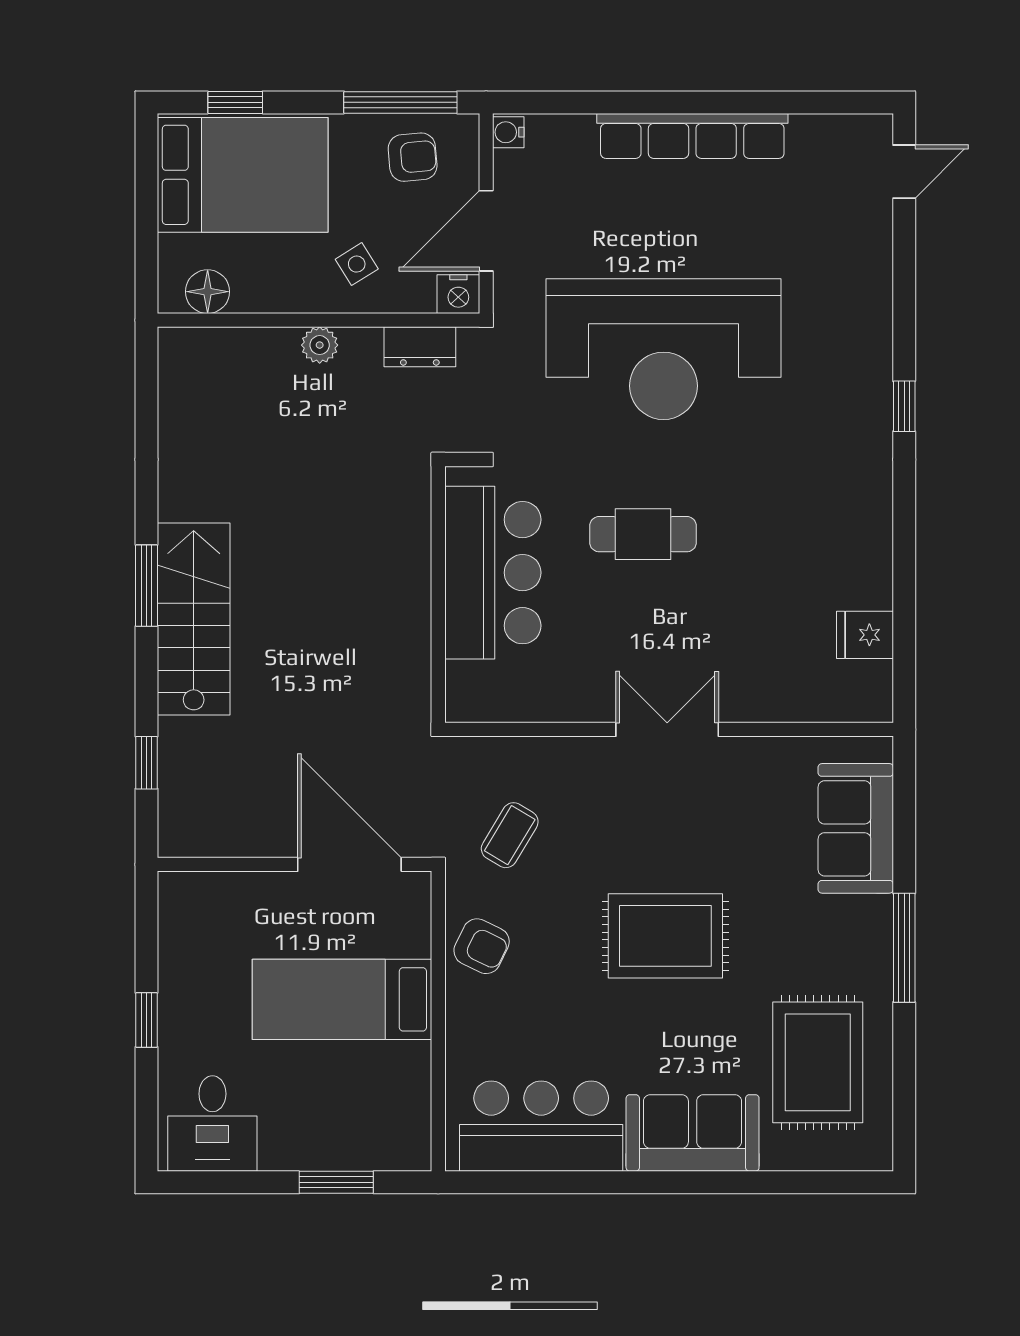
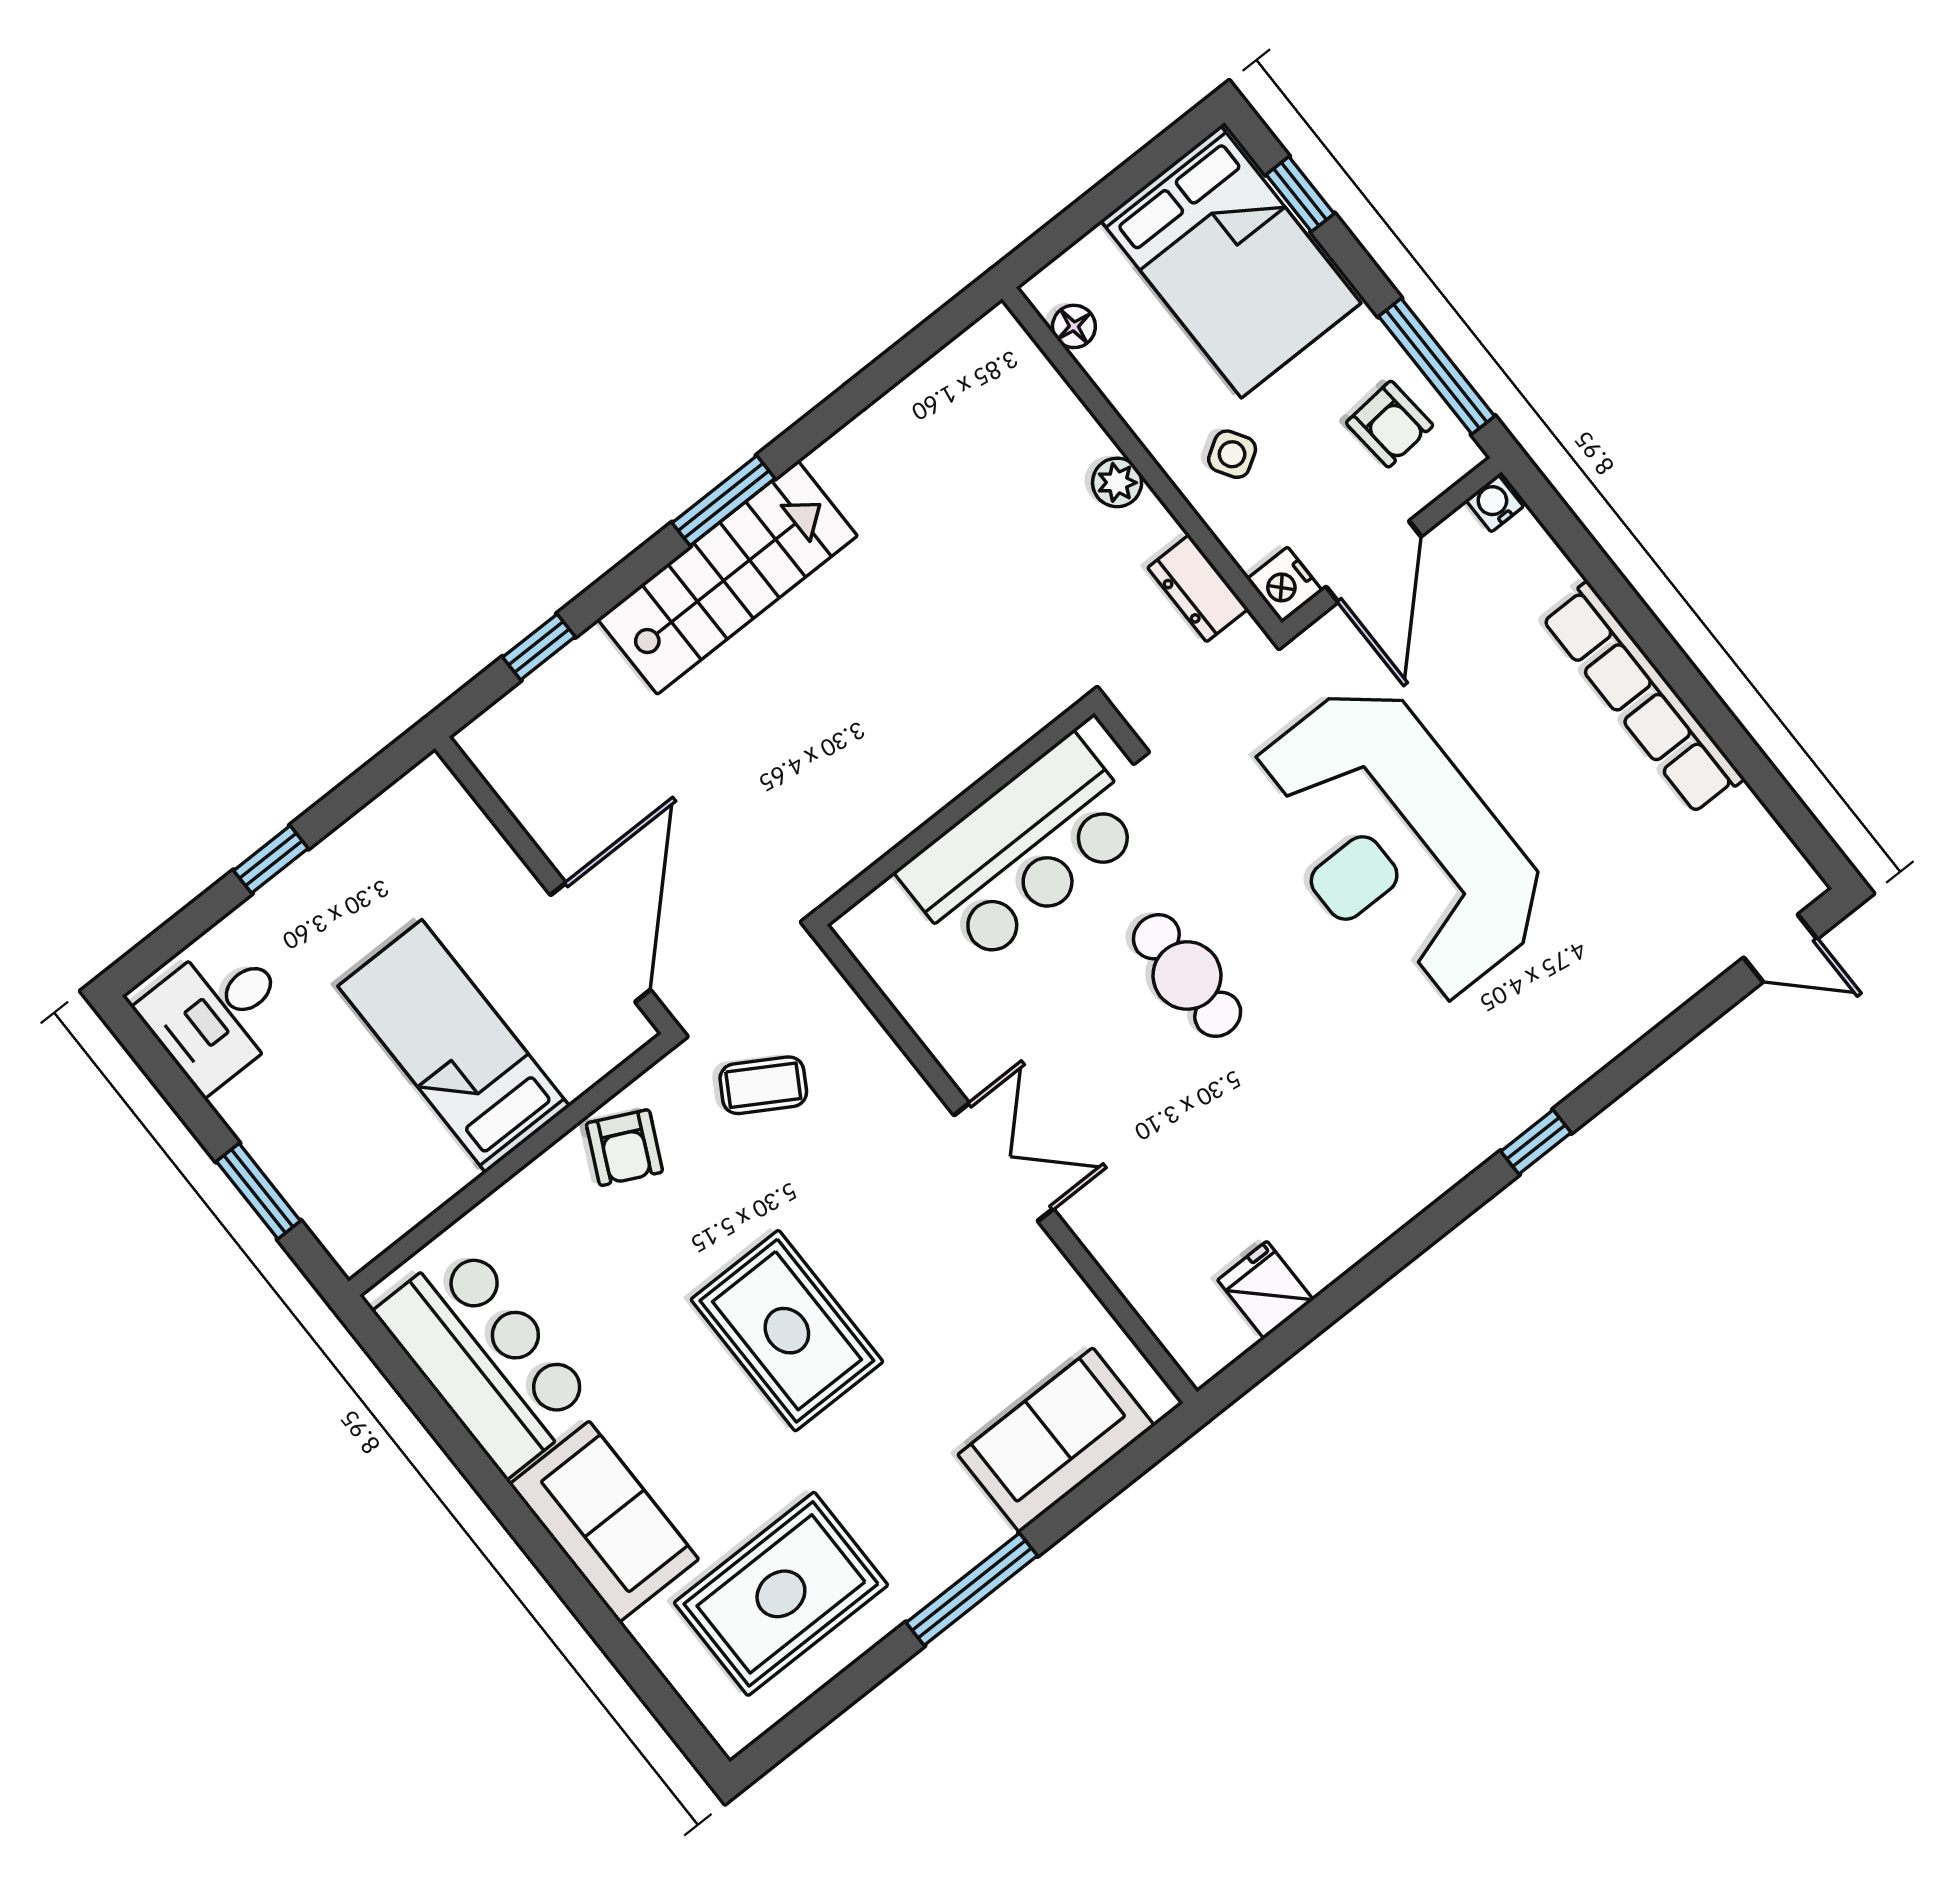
door: (486, 231) -> (1374, 562), swing flipped
floor lamp: (208, 292) -> (1074, 326), width x0.73, depth x0.73

